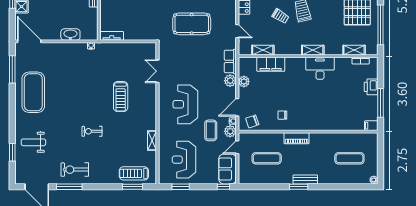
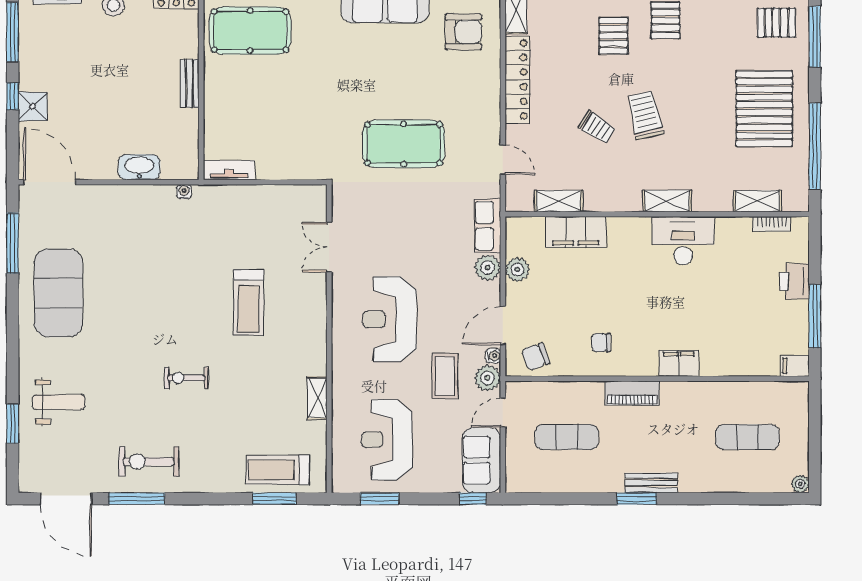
filing cabinet: (318, 125) -> (679, 363), added
weight bench: (33, 142) -> (59, 402), turned 180

